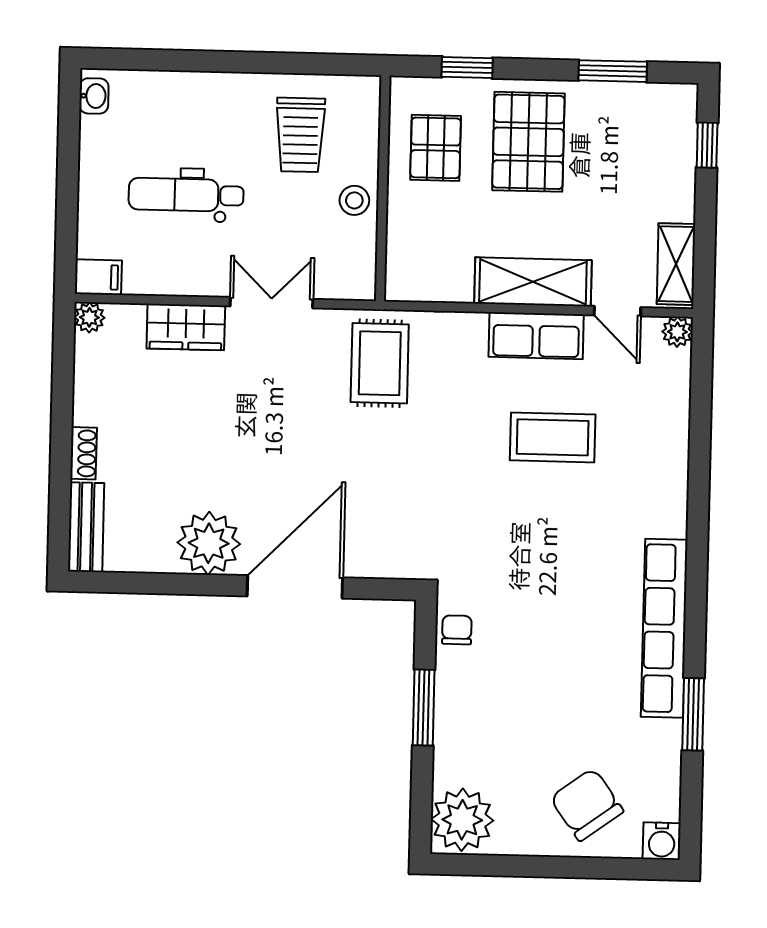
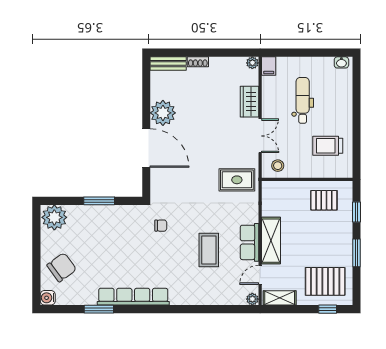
window: (613, 71) -> (357, 253), moved
pallet: (528, 142) -> (325, 281), moved
stool: (354, 200) -> (278, 166), moved
chair: (457, 630) -> (161, 226), moved

